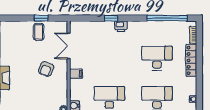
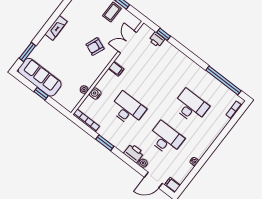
window: (111, 18) -> (164, 34), moved
printer: (121, 26) -> (157, 40), moved
locker: (191, 60) -> (217, 129), removed

